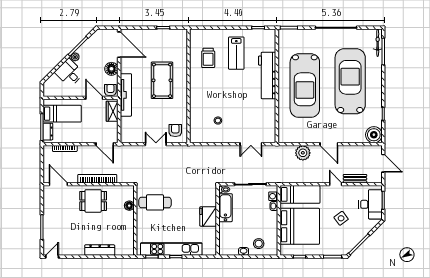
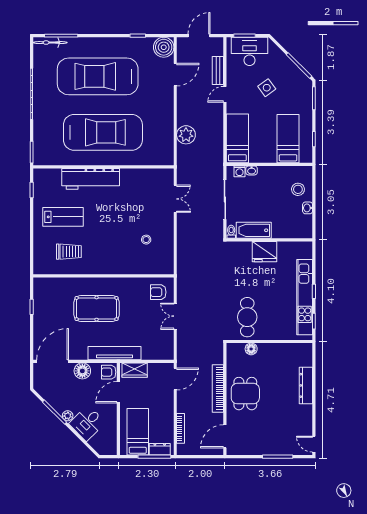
door: (329, 144) -> (175, 75), moved
bed: (300, 226) -> (288, 139), width x0.49

